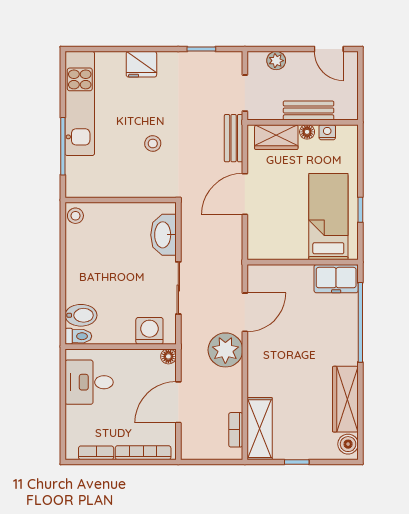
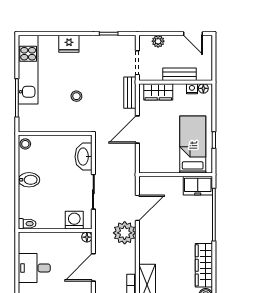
floor lamp: (307, 132) -> (203, 88), moved
bidet: (81, 315) -> (29, 180), moved
desk: (89, 382) -> (34, 268), moved

